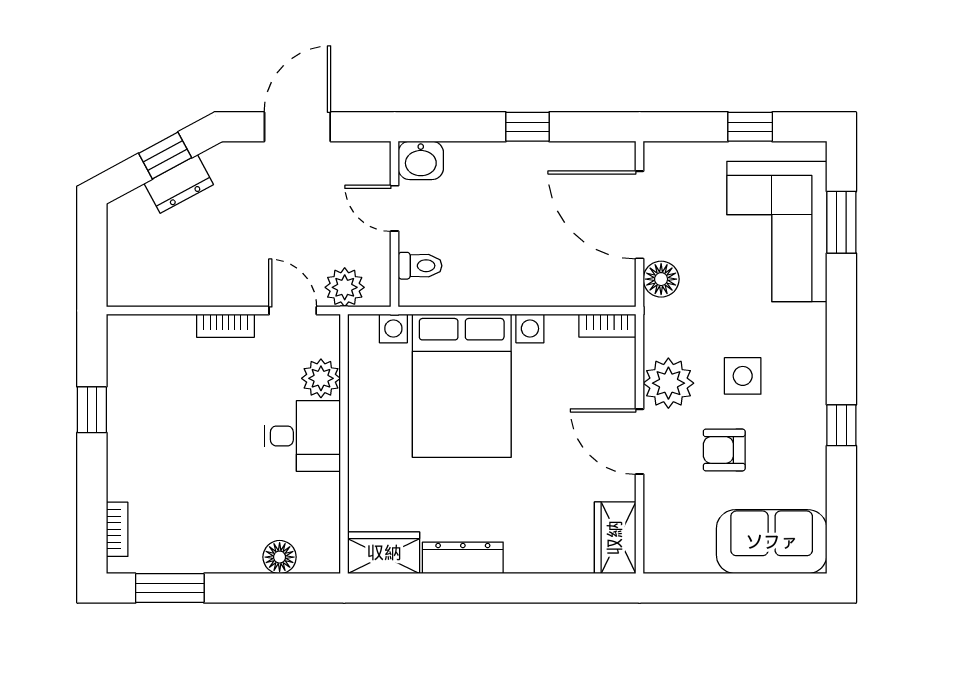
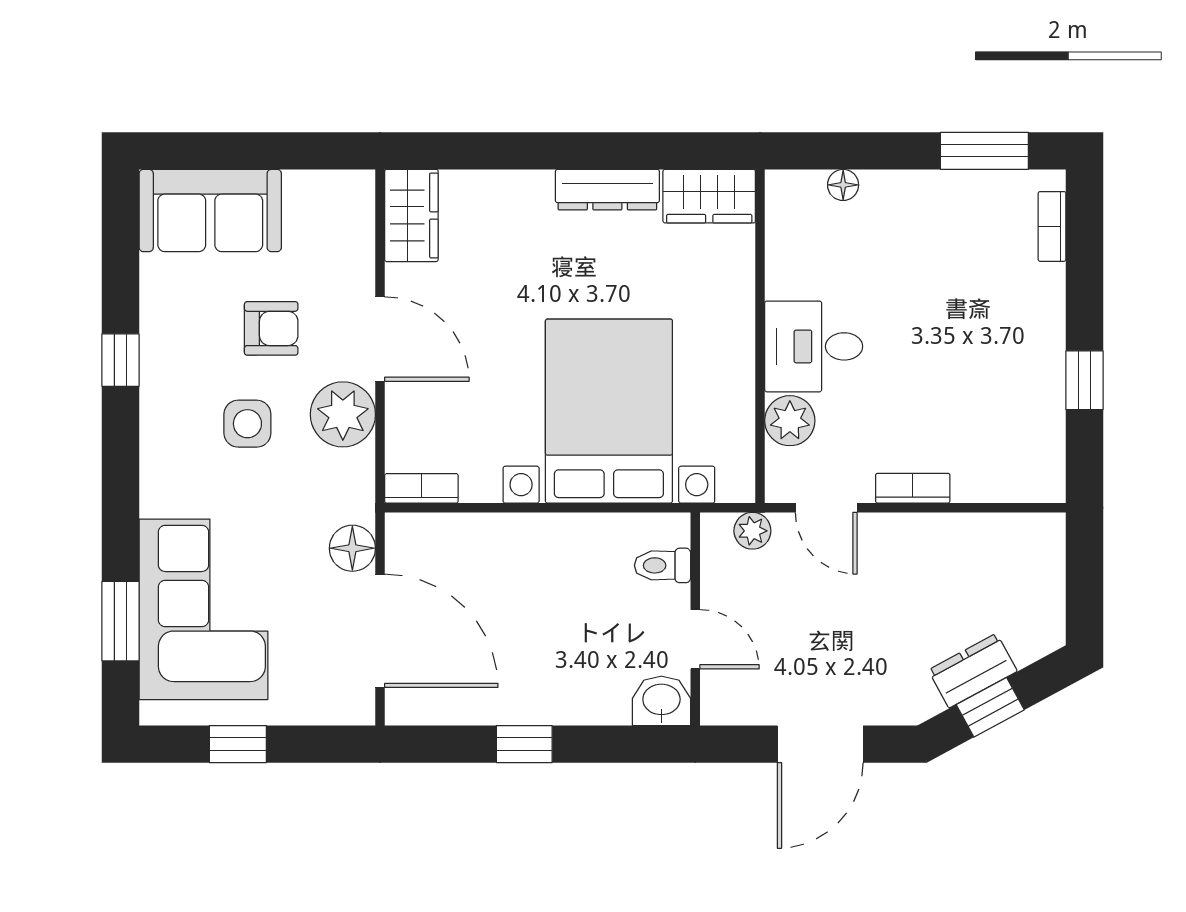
plant: (345, 287) -> (752, 531), width x0.73, depth x0.73
floor lamp: (280, 557) -> (843, 185), width x0.73, depth x0.73

